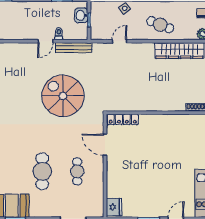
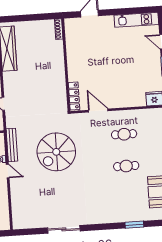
door: (105, 145) -> (98, 111), swing flipped
cafe table: (42, 171) -> (126, 166), width x0.73, depth x0.74

